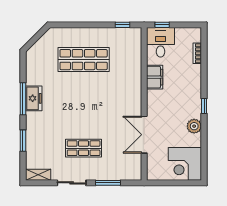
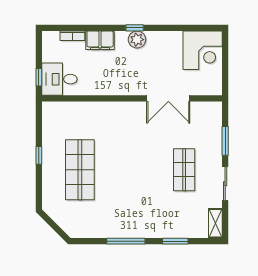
window: (122, 25) -> (39, 155), moved
filing cabinet: (155, 77) -> (100, 40), moved, turned 180
freezer: (34, 98) -> (125, 229), removed
plant: (194, 126) -> (137, 40), moved

